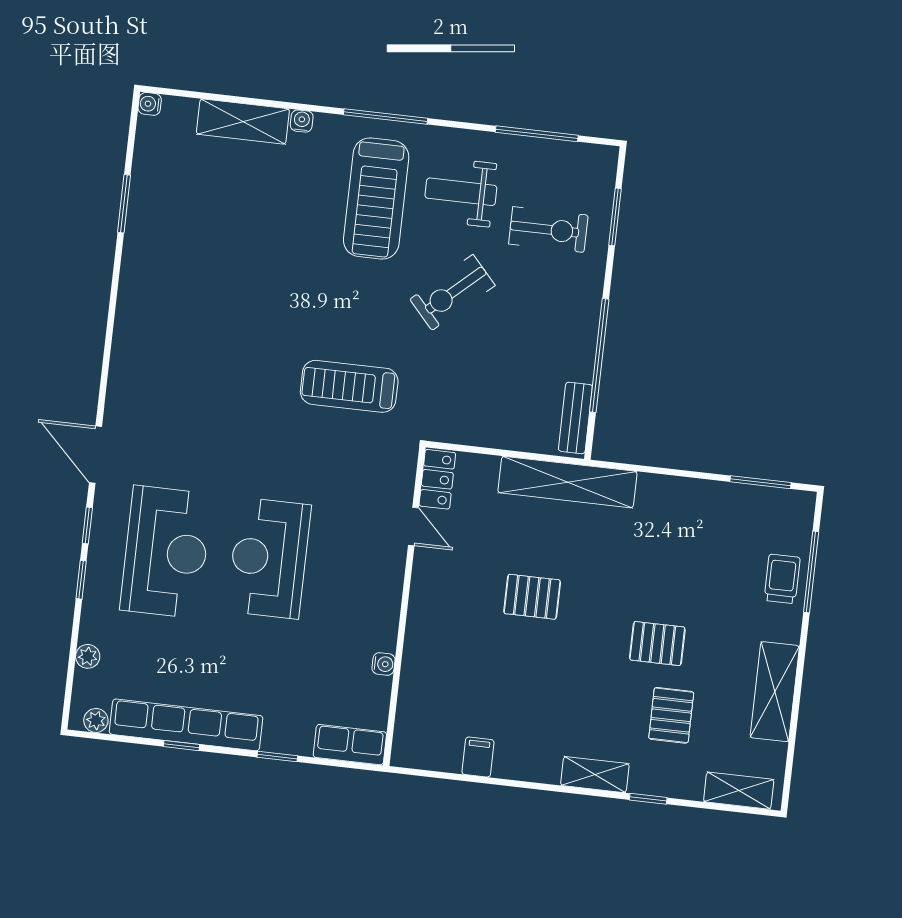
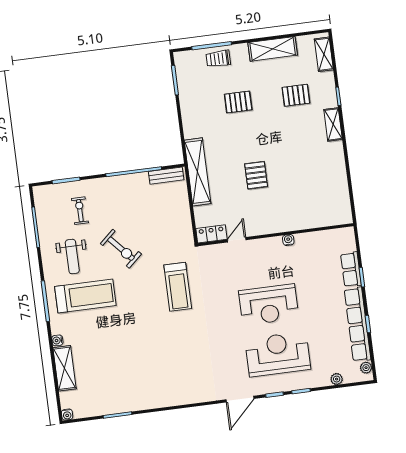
exercise bike: (548, 230) -> (80, 211), width x0.73, depth x0.72
pallet: (657, 644) -> (238, 102), moved, turned 90
water cooler: (384, 664) -> (288, 240), moved
row of seats: (350, 745) -> (351, 269), moved
filing cabinet: (478, 757) -> (339, 182), removed

